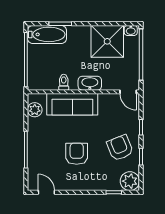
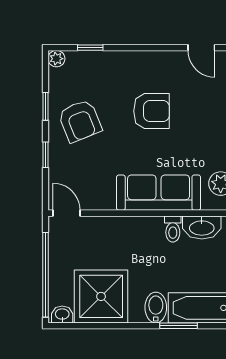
bidet: (74, 35) -> (156, 308), added
washbasin: (90, 83) -> (202, 227), moved
armchair: (77, 154) -> (151, 111), turned -90
plant: (130, 181) -> (56, 59), width x0.53, depth x0.53

